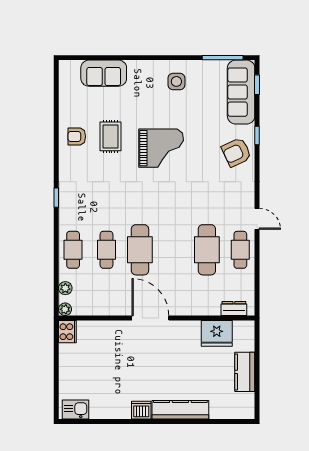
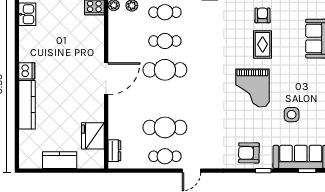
side table: (176, 81) -> (292, 115), moved
rug: (111, 136) -> (263, 44), turned 90
armchair: (236, 152) -> (249, 153), turned -64

